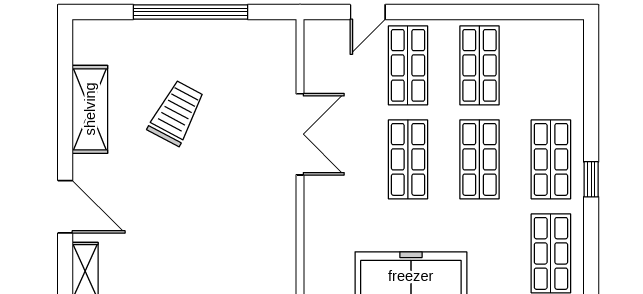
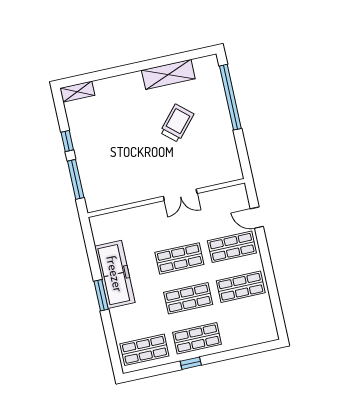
window: (191, 12) -> (230, 97), moved
trolley: (176, 113) -> (177, 123), turned -77
double door: (300, 134) -> (180, 195), width x0.73
door: (65, 207) -> (111, 73), removed

